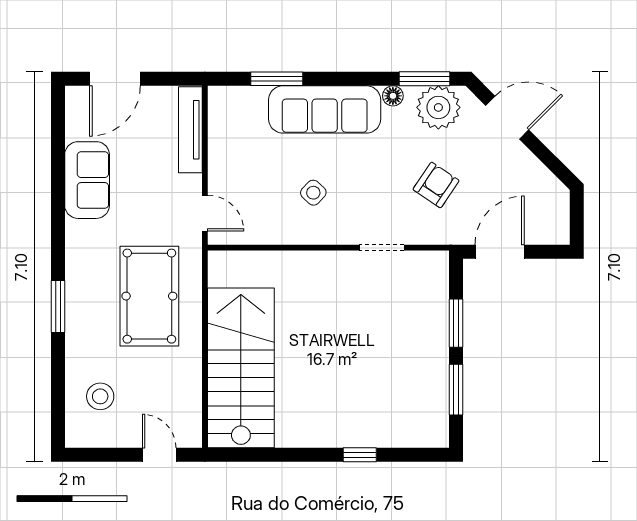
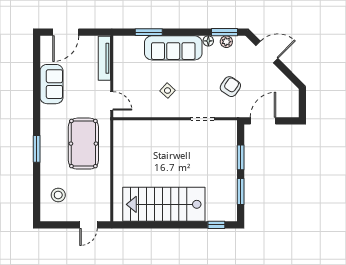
plant: (438, 107) -> (226, 42), width x0.53, depth x0.53
stairs: (241, 368) -> (164, 204), moved, turned -90
door: (159, 455) -> (88, 225), swing flipped
window: (360, 455) -> (216, 225), moved

